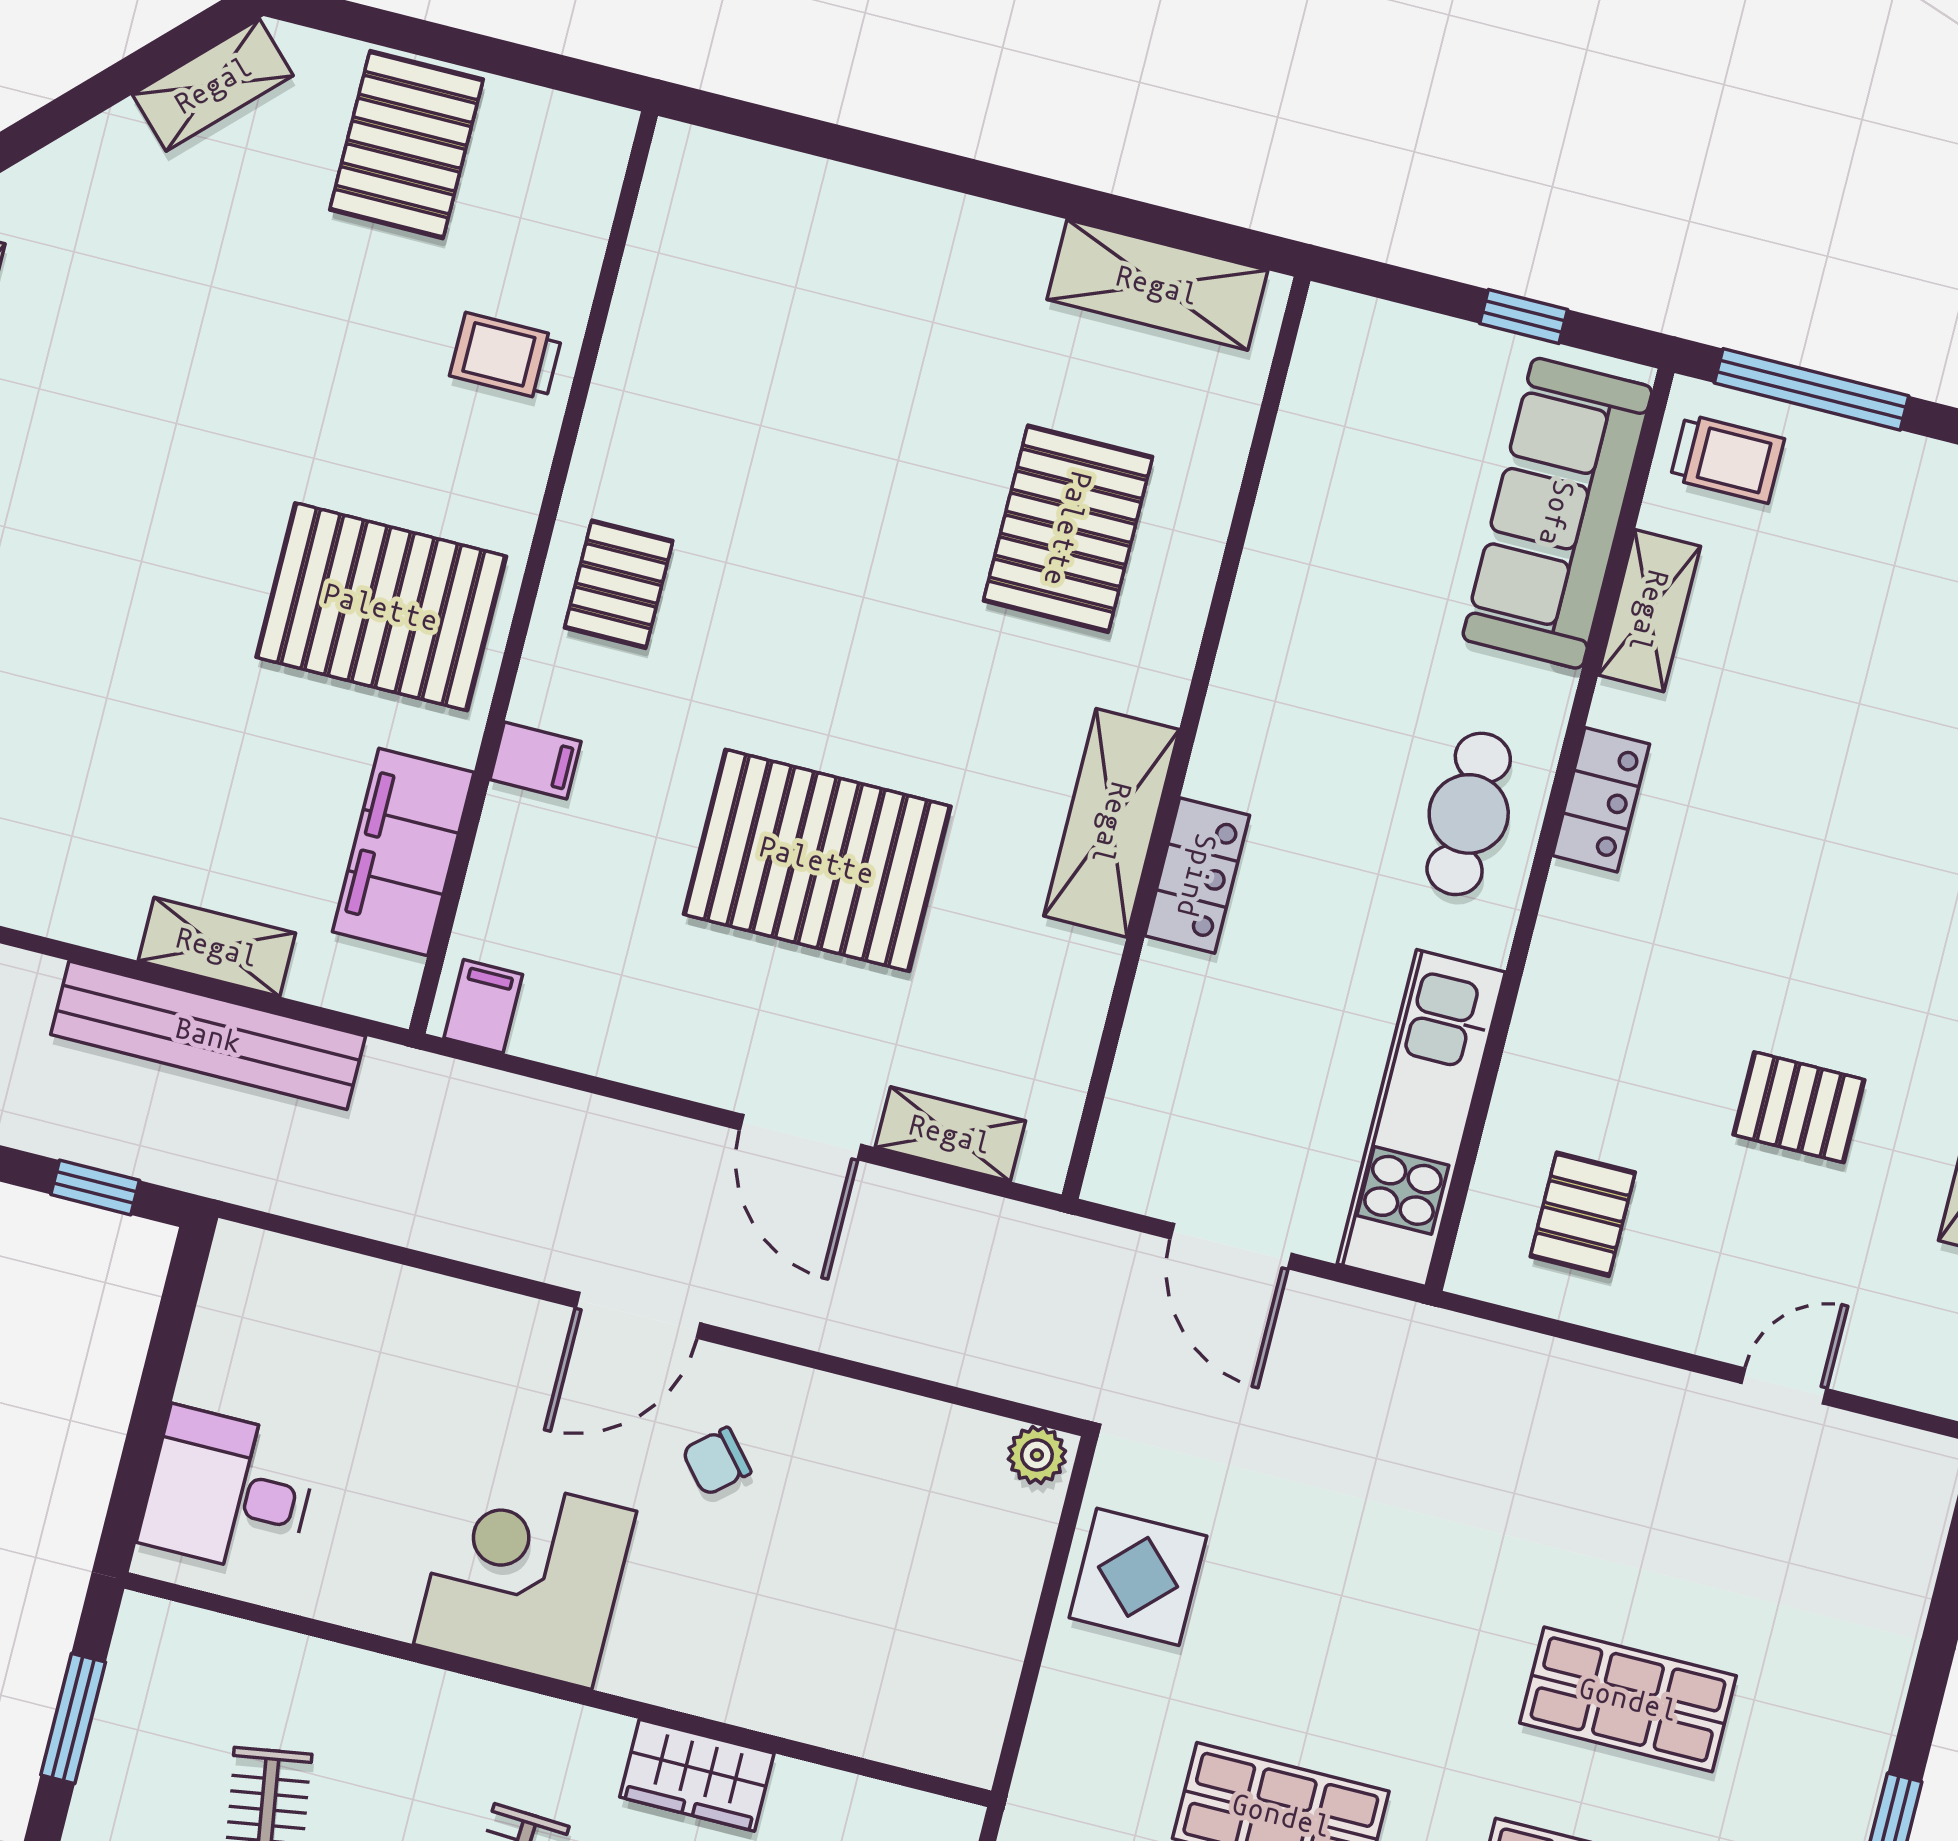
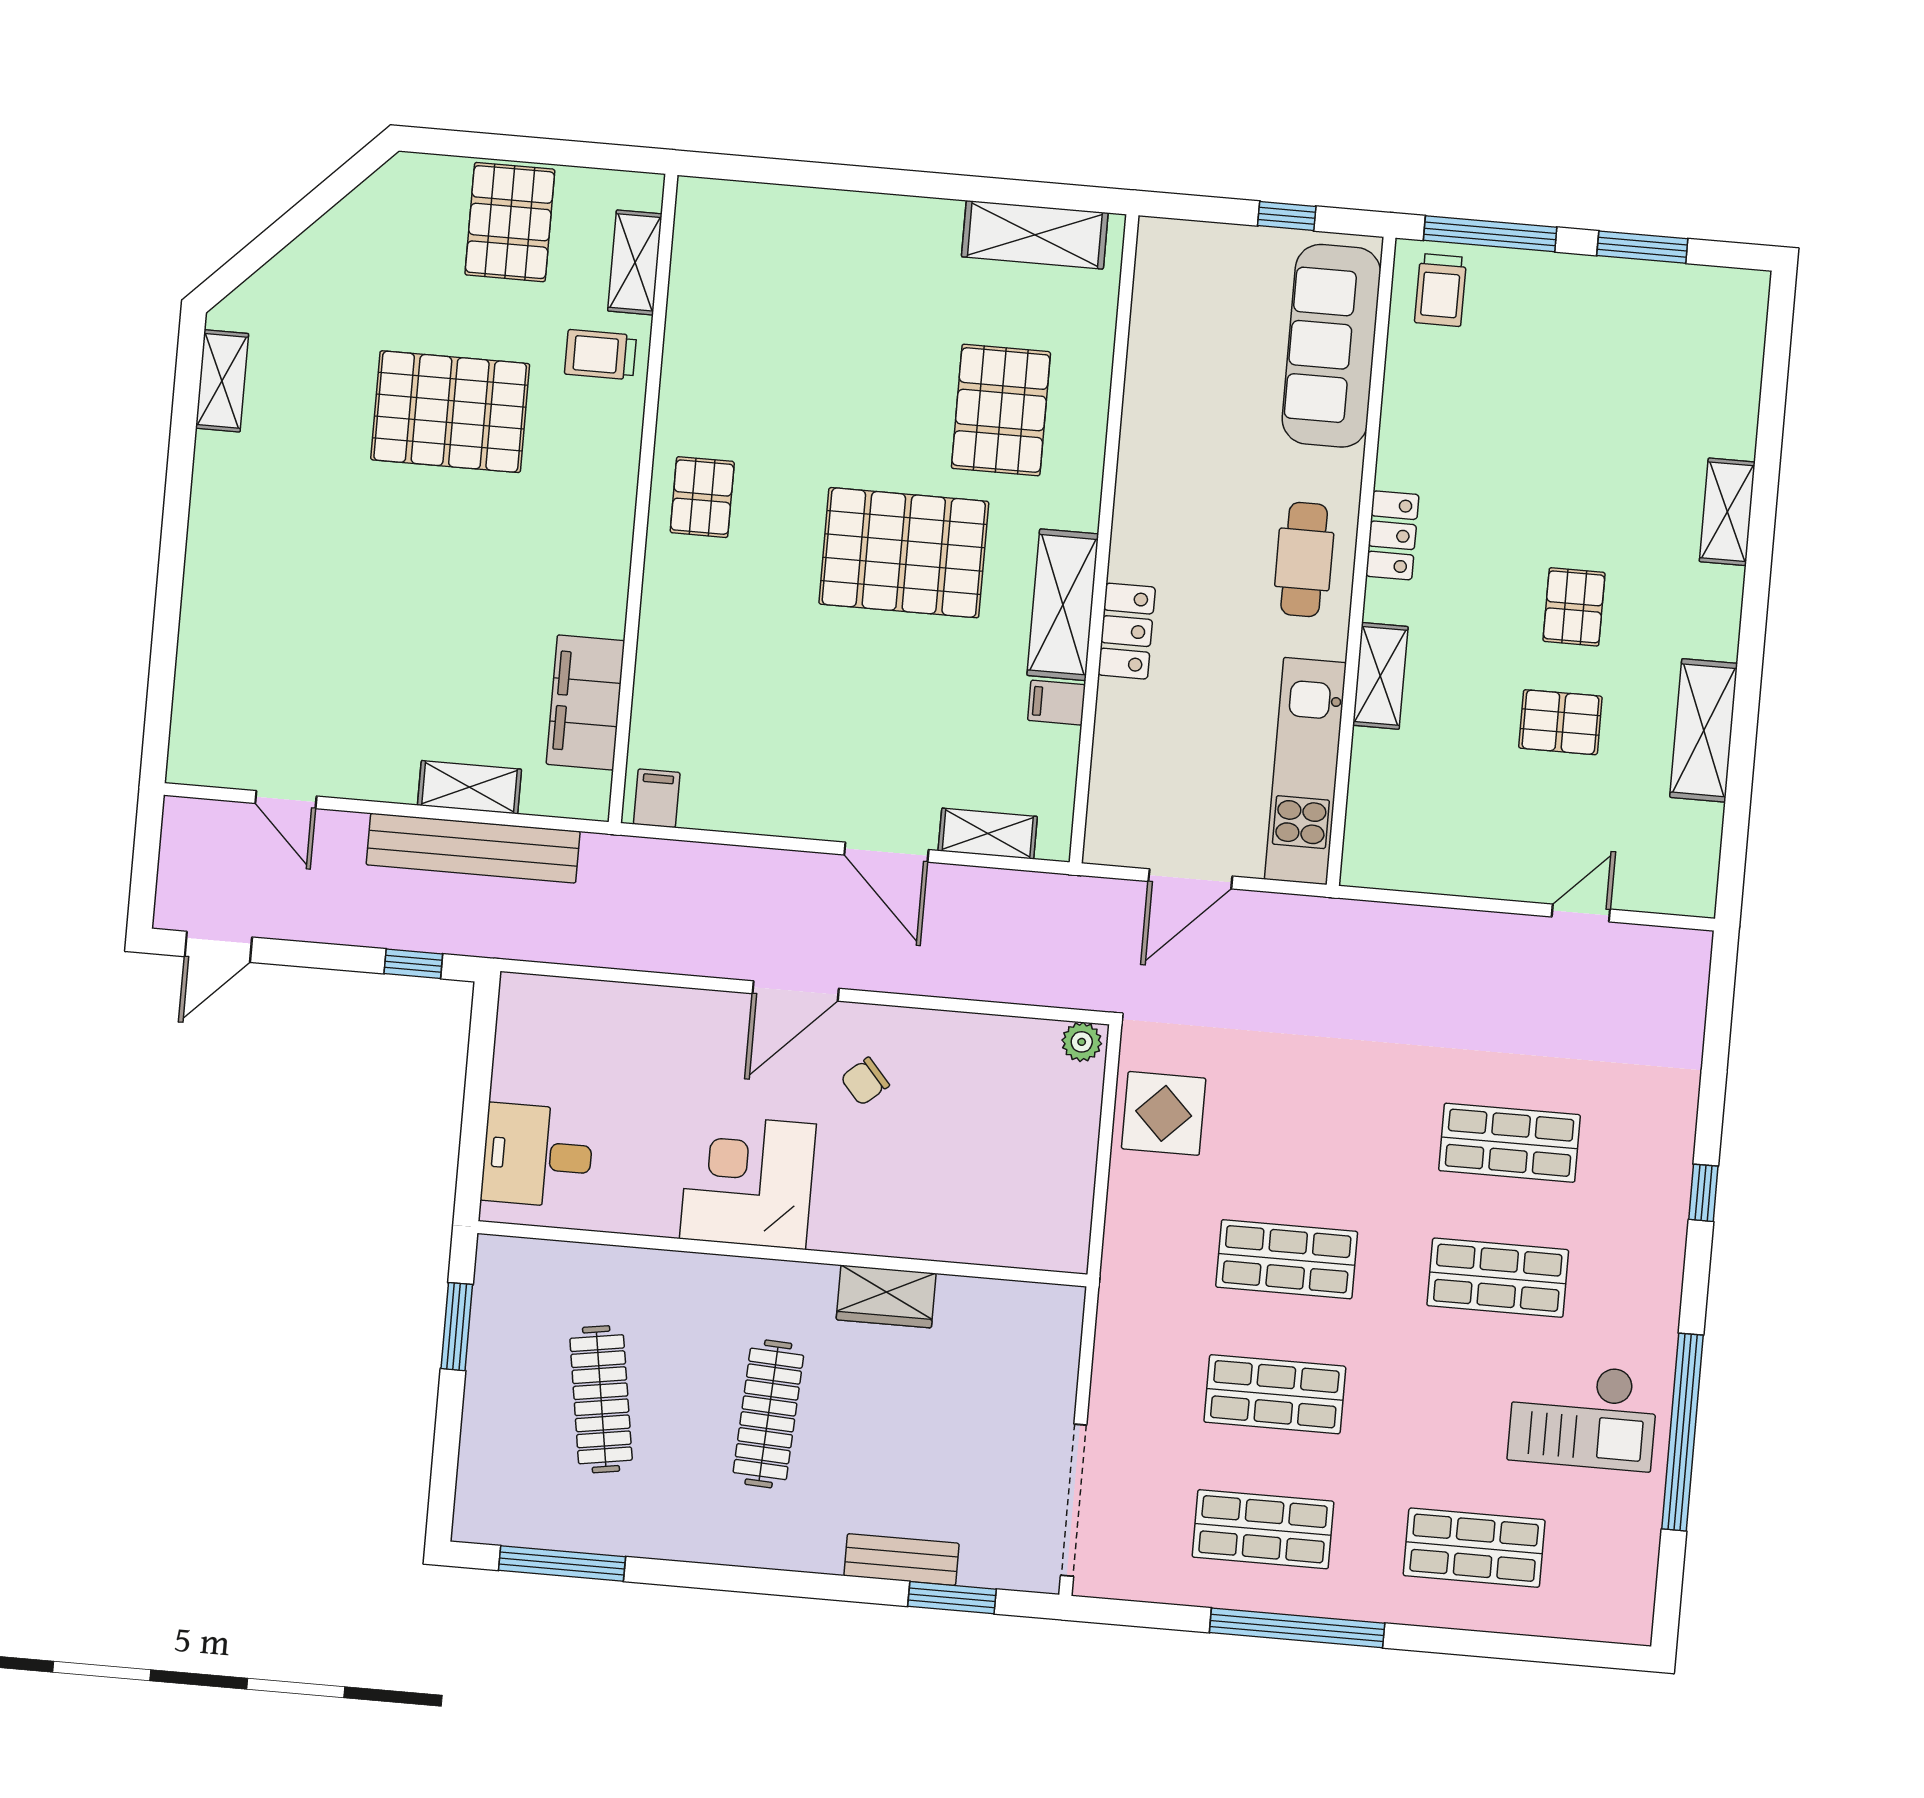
shelving: (213, 85) -> (635, 262), moved, turned -45
trolley: (1727, 459) -> (1441, 290), turned 90
pallet: (381, 607) -> (450, 412), moved
shelving: (1649, 611) -> (1380, 676), moved
filing cabinet: (536, 760) -> (1057, 703), moved, turned 180
pallet: (817, 860) -> (904, 553), moved
pallet: (1583, 1214) -> (1574, 607), moved
door: (1231, 1246) -> (1190, 879), hinge flipped

